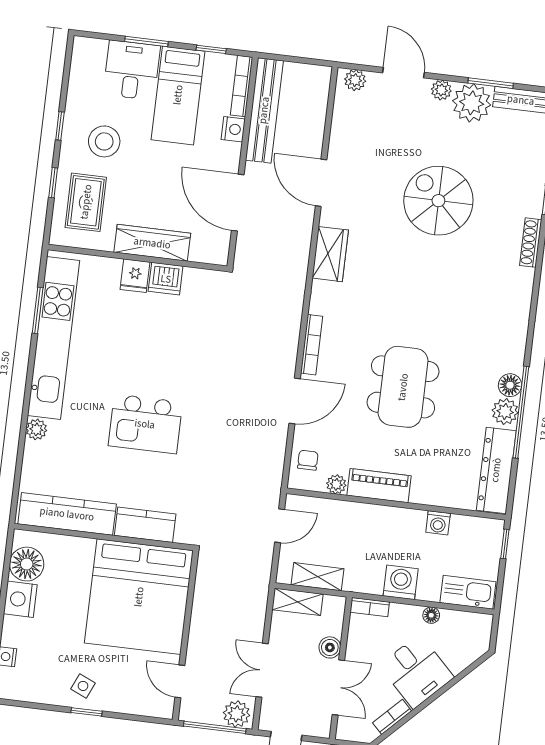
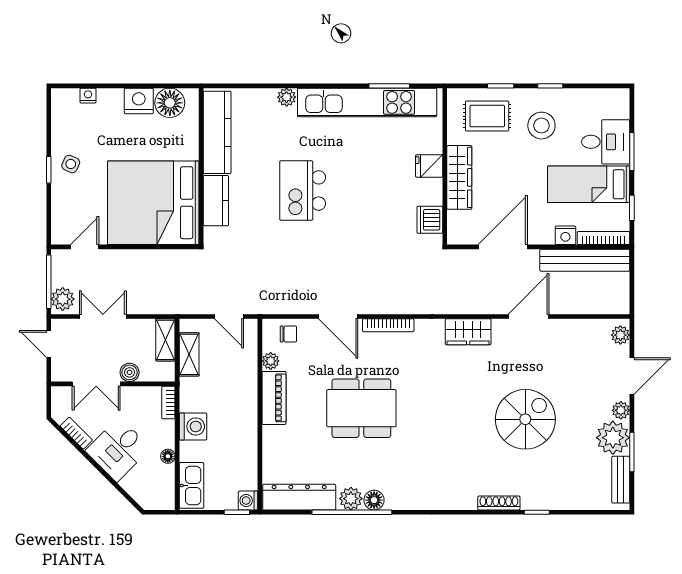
dishwasher: (166, 279) -> (430, 220), moved
washing machine: (438, 523) -> (248, 501), moved

